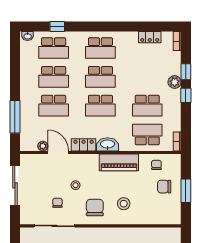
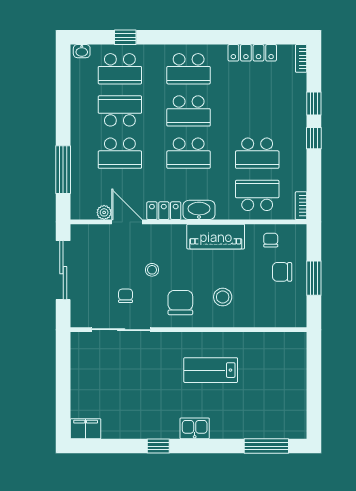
locker: (150, 37) -> (252, 53), width x1.53
school desk: (54, 77) -> (120, 111), turned 180
plant: (175, 82) -> (297, 119), removed

